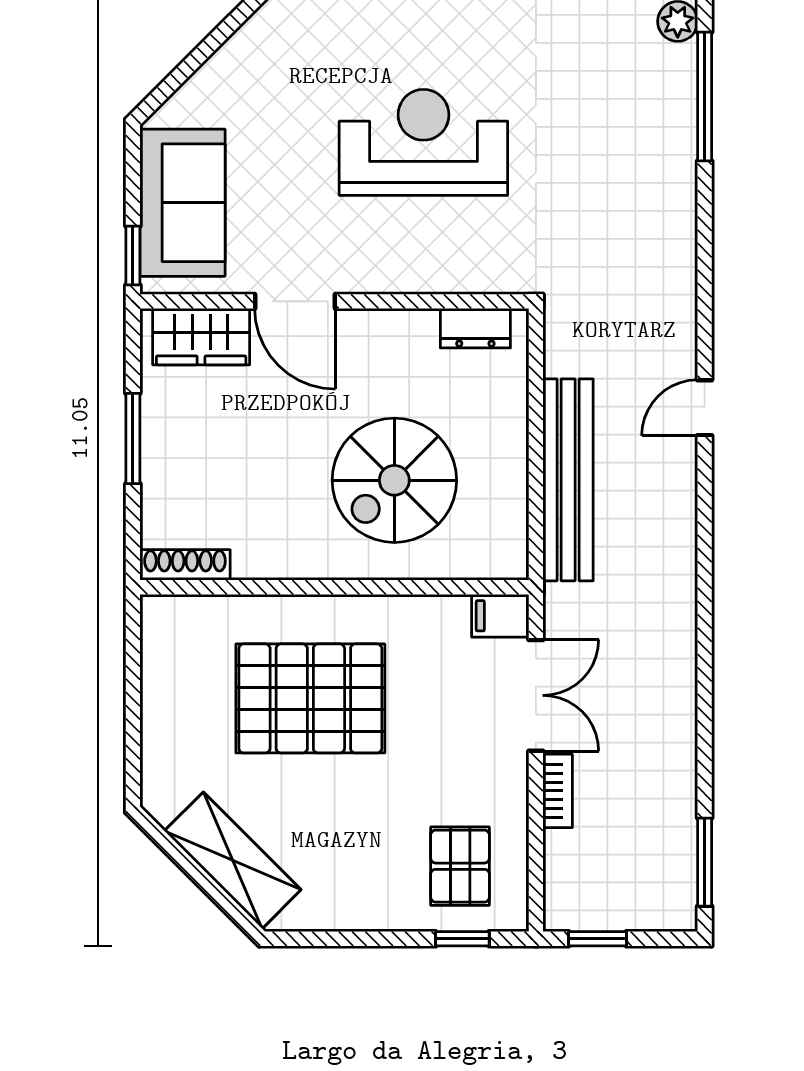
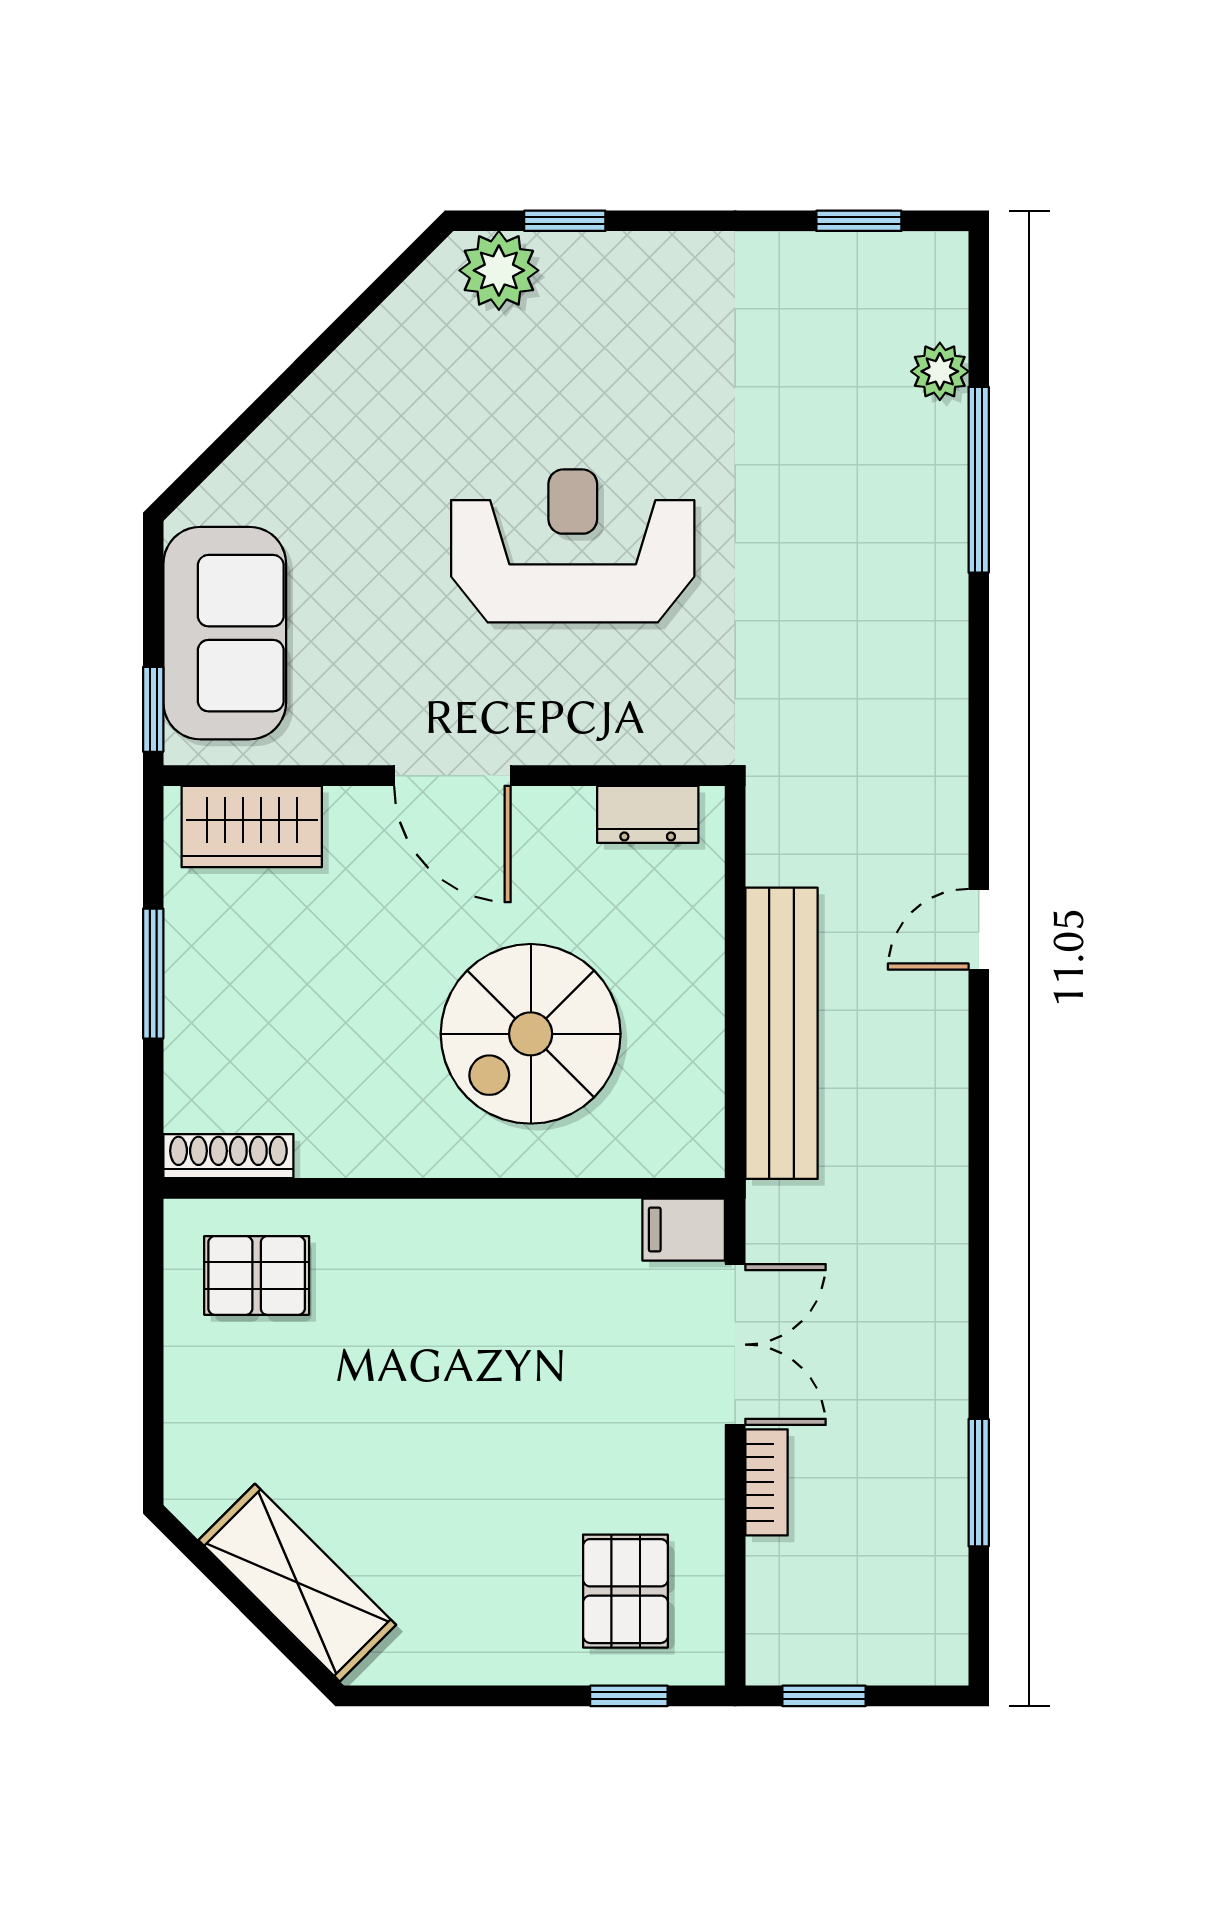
door: (295, 301) -> (452, 776), moved
pallet: (310, 698) -> (257, 1275), moved, width x0.49, depth x0.50
window: (705, 862) -> (979, 1483), moved

